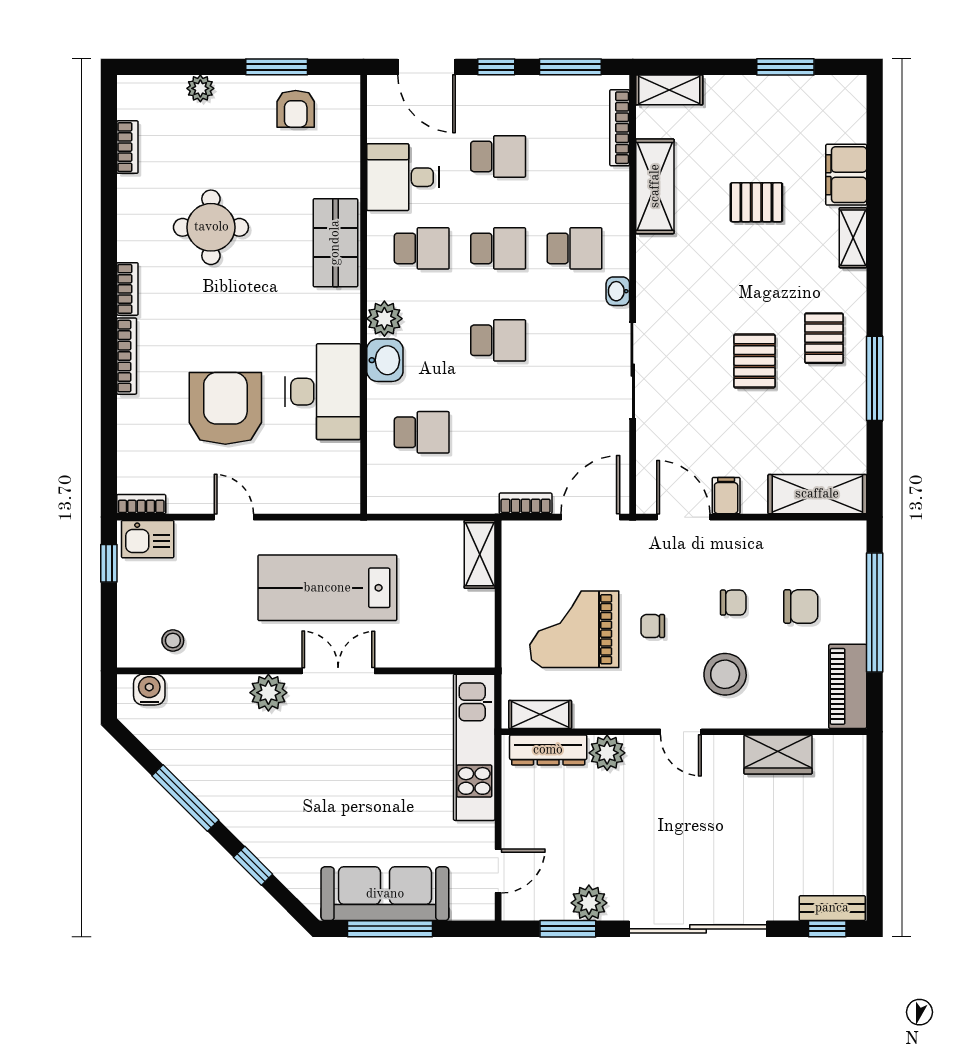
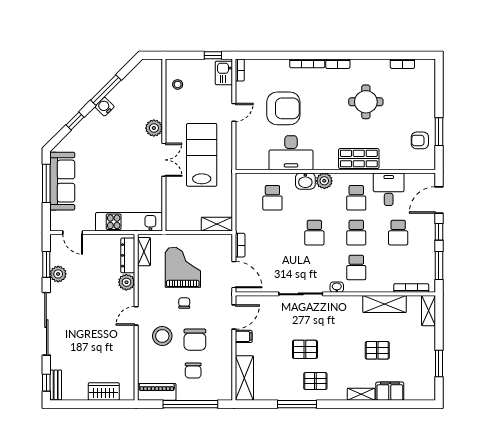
plant: (200, 88) -> (429, 97), removed
pallet: (756, 202) -> (377, 350), turned 90
chair: (733, 603) -> (195, 340), width x1.87, depth x1.87
water cooler: (149, 690) -> (105, 107), moved, turned -135
wardrobe: (778, 755) -> (104, 392), moved, turned 90

